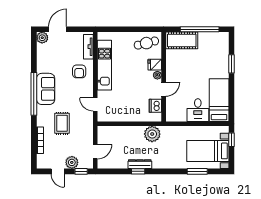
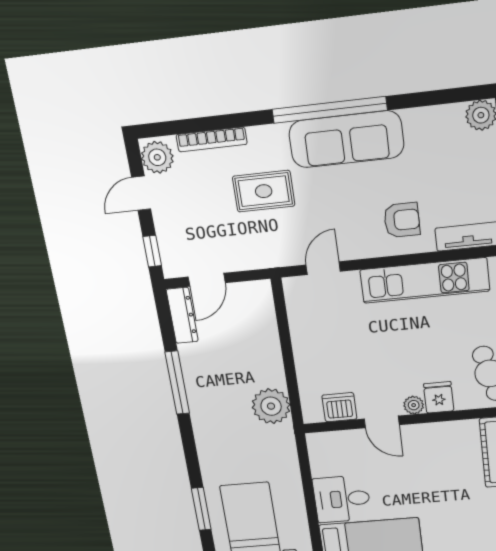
armchair: (79, 71) -> (402, 220), turned 180
sofa: (46, 89) -> (346, 139), width x1.36
door: (95, 152) -> (207, 280), hinge flipped
plant: (72, 162) -> (157, 157), moved
dresser: (140, 164) -> (182, 315), moved
window: (138, 171) -> (177, 383), width x2.17

